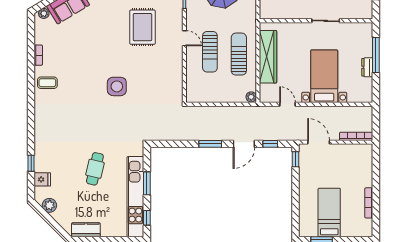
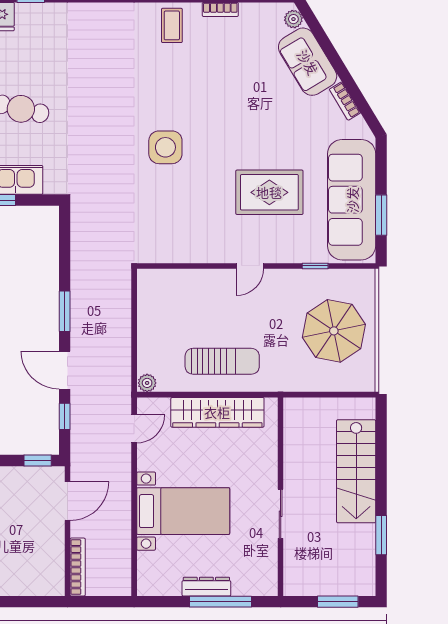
sun lounger: (210, 52) -> (226, 311), removed
dresser: (367, 67) -> (206, 587), width x1.44
door: (288, 104) -> (134, 429), moved

